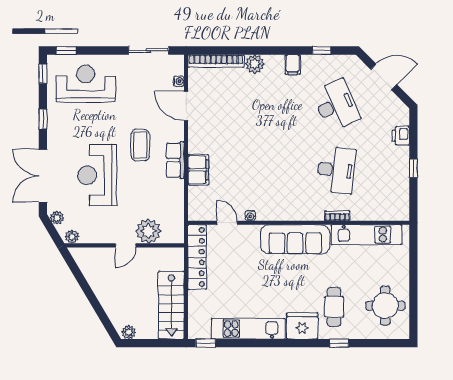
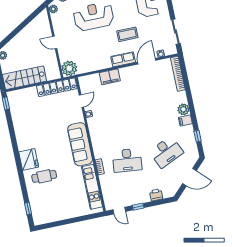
plant: (255, 64) -> (183, 109), moved
door: (384, 77) -> (189, 177), hinge flipped
coffee table: (140, 145) -> (127, 34), moved
row of seats: (175, 160) -> (123, 59), moved
door: (413, 199) -> (119, 211), added
plant: (148, 231) -> (69, 68), moved
round table: (385, 306) -> (51, 207), removed
kitchen unit: (248, 329) -> (20, 127), removed
window: (339, 343) -> (28, 209), moved

